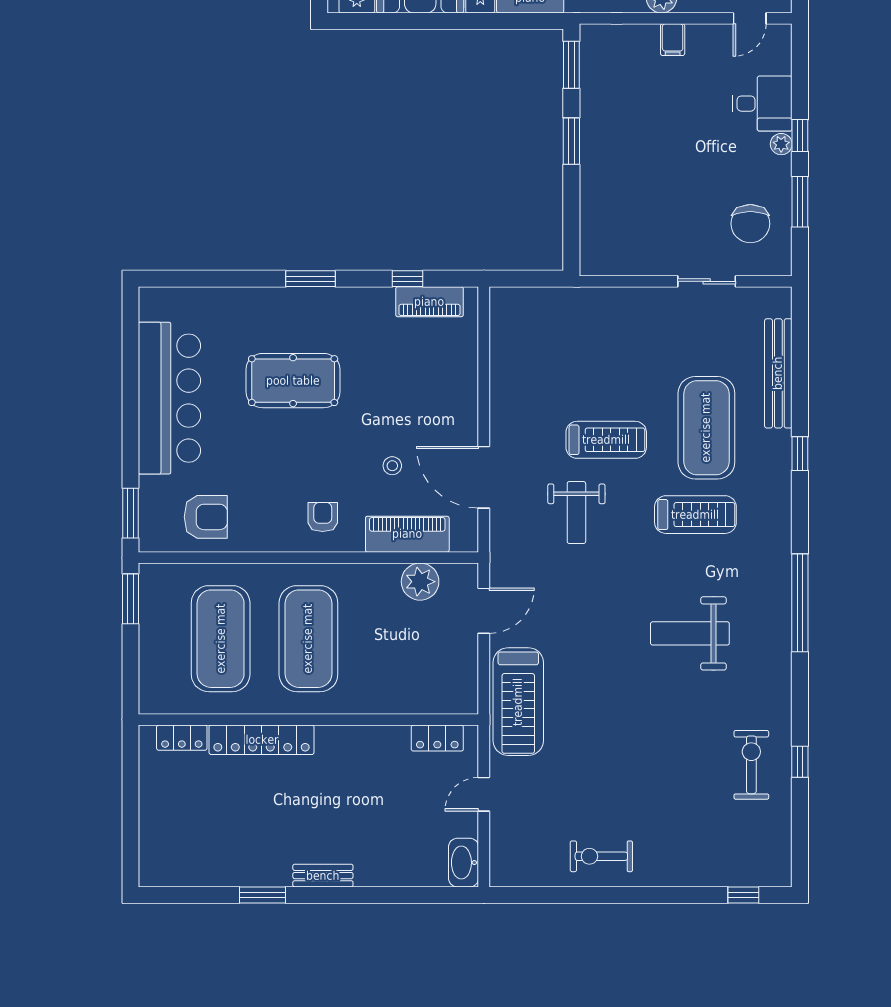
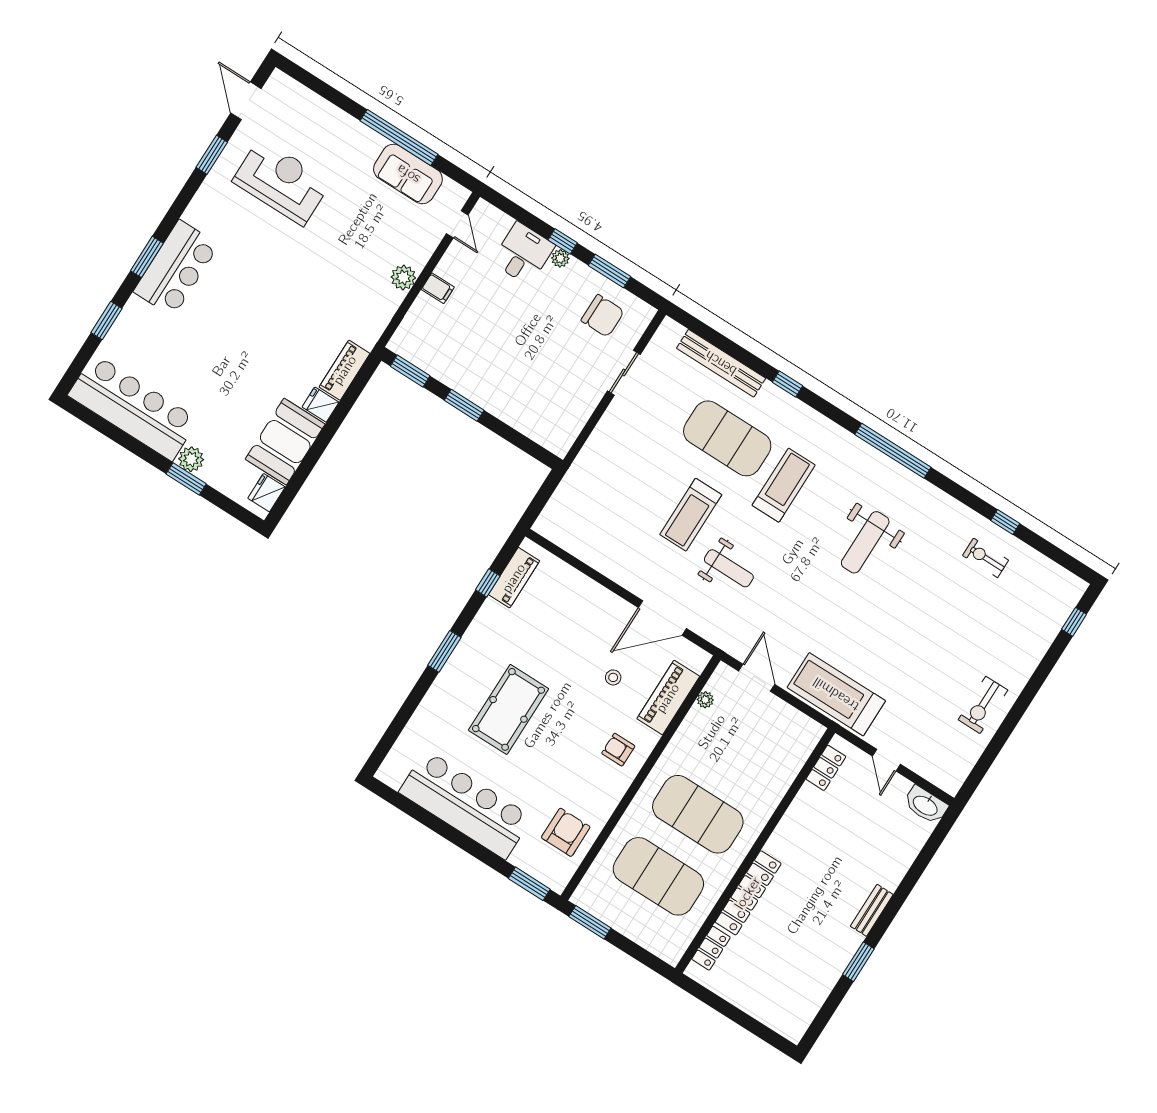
treadmill: (606, 440) -> (691, 515), turned 180
plant: (420, 582) -> (705, 700), width x0.53, depth x0.53
treadmill: (518, 702) -> (836, 694), turned 180
exercise bike: (751, 765) -> (986, 558), width x0.73, depth x0.72

